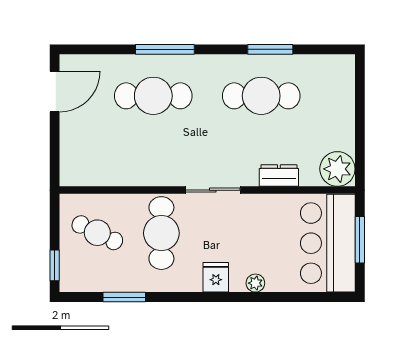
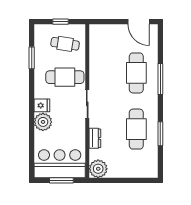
cafe table: (97, 233) -> (65, 44), turned 73
window: (55, 265) -> (60, 22), moved
plant: (255, 283) -> (43, 122), width x1.88, depth x1.88

